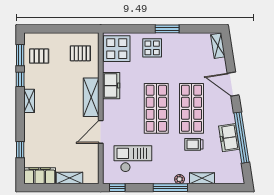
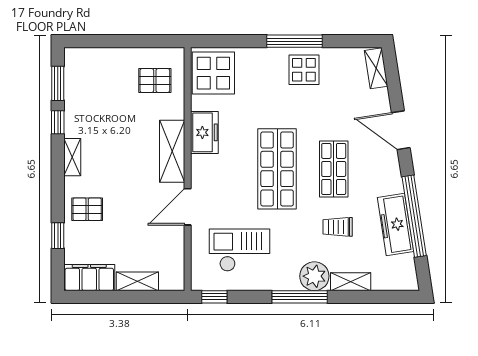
window: (167, 29) -> (294, 41), width x1.44
display table: (152, 48) -> (304, 70), moved
pallet: (39, 56) -> (87, 209), moved
shop shelf: (191, 108) -> (334, 169), width x0.70, depth x0.74
freezer: (229, 138) -> (395, 225), width x1.40
plant: (180, 179) -> (314, 276), width x1.87, depth x1.87

